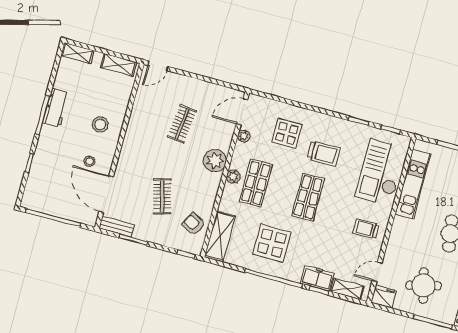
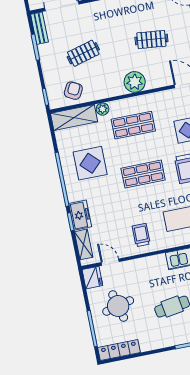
plant: (244, 136) -> (167, 95), removed
plant: (233, 177) -> (103, 109), moved

